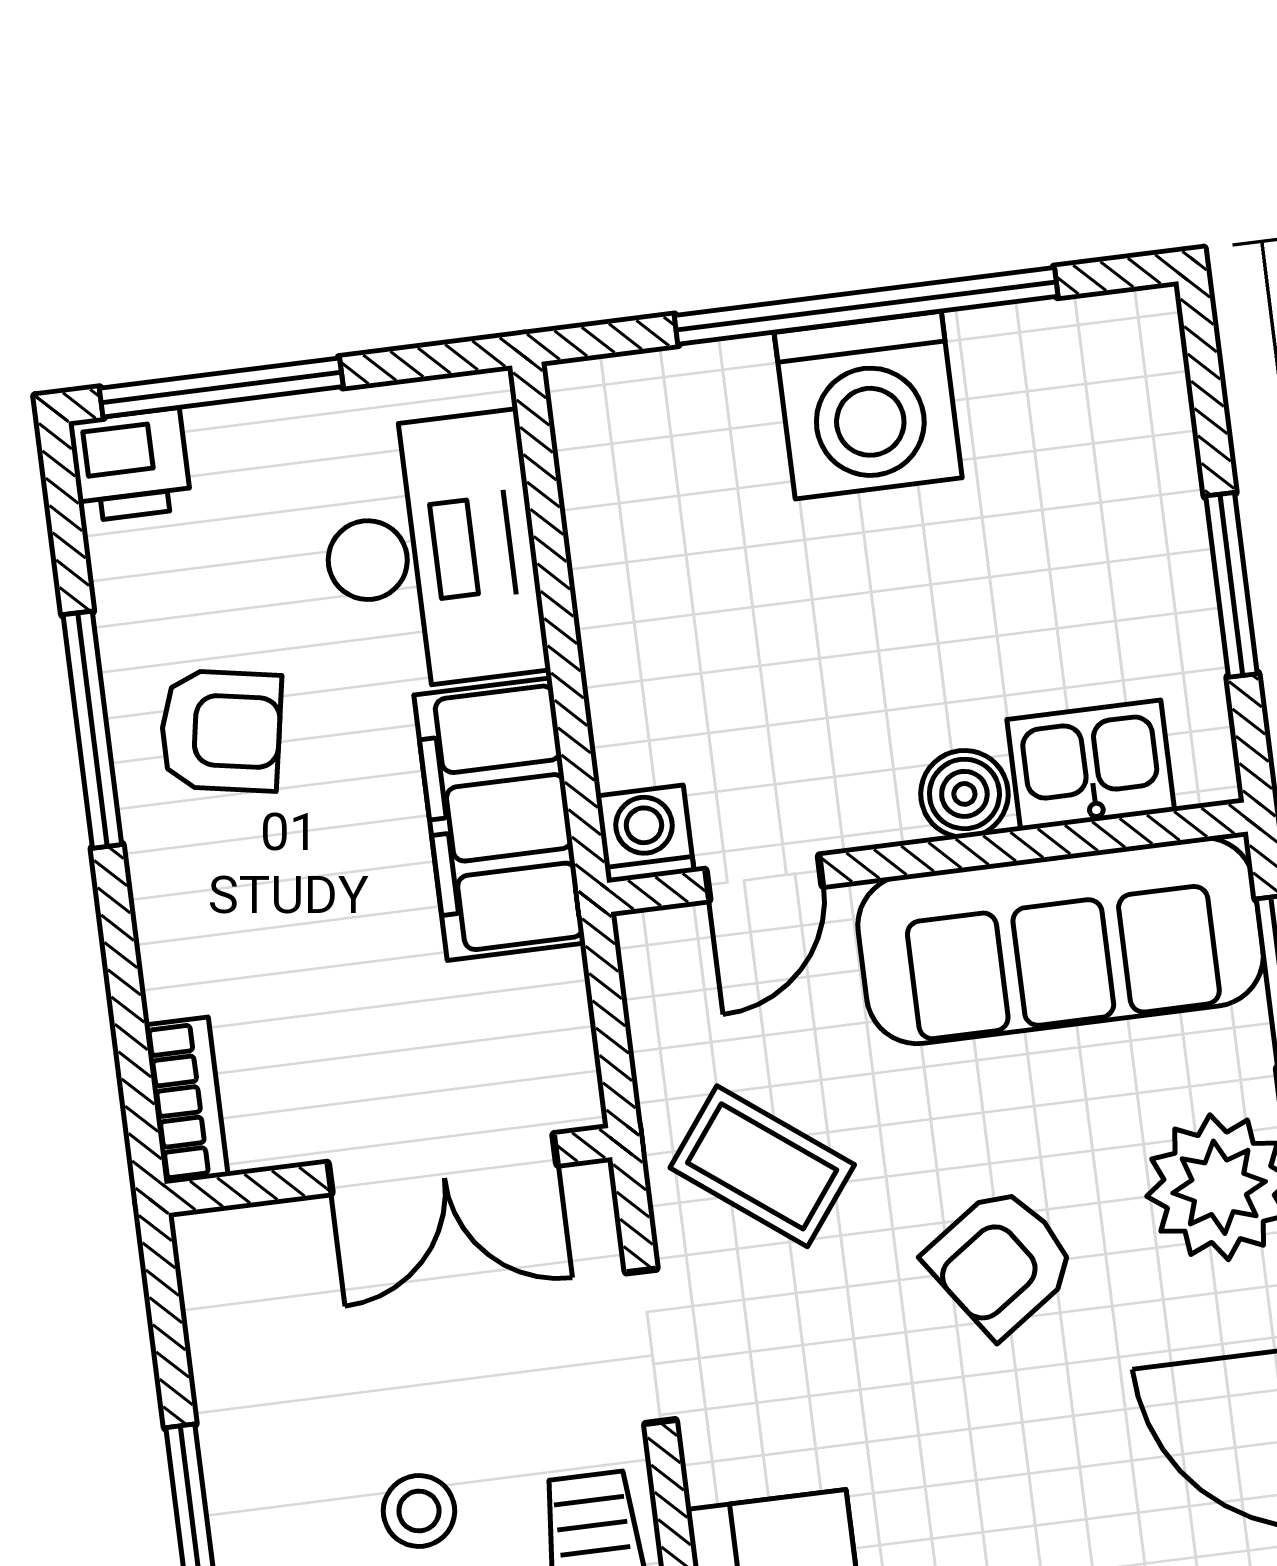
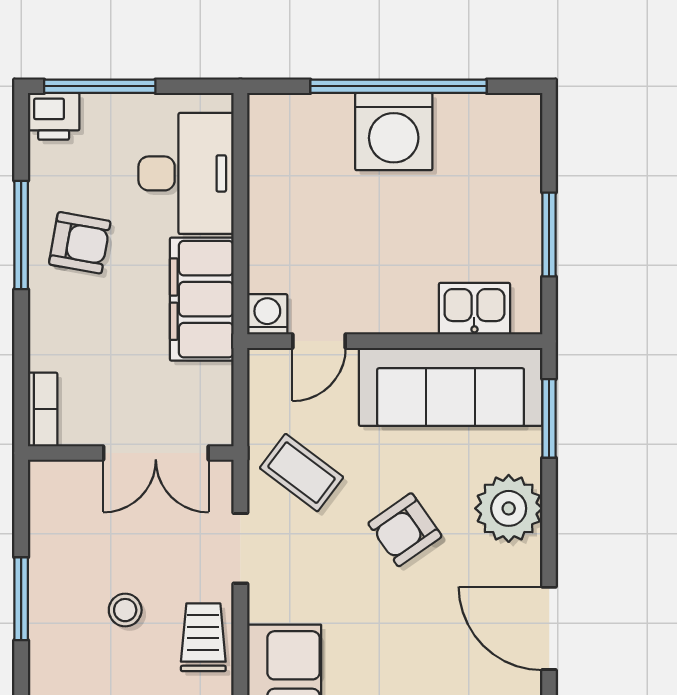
boiler: (964, 794) -> (415, 314), removed

